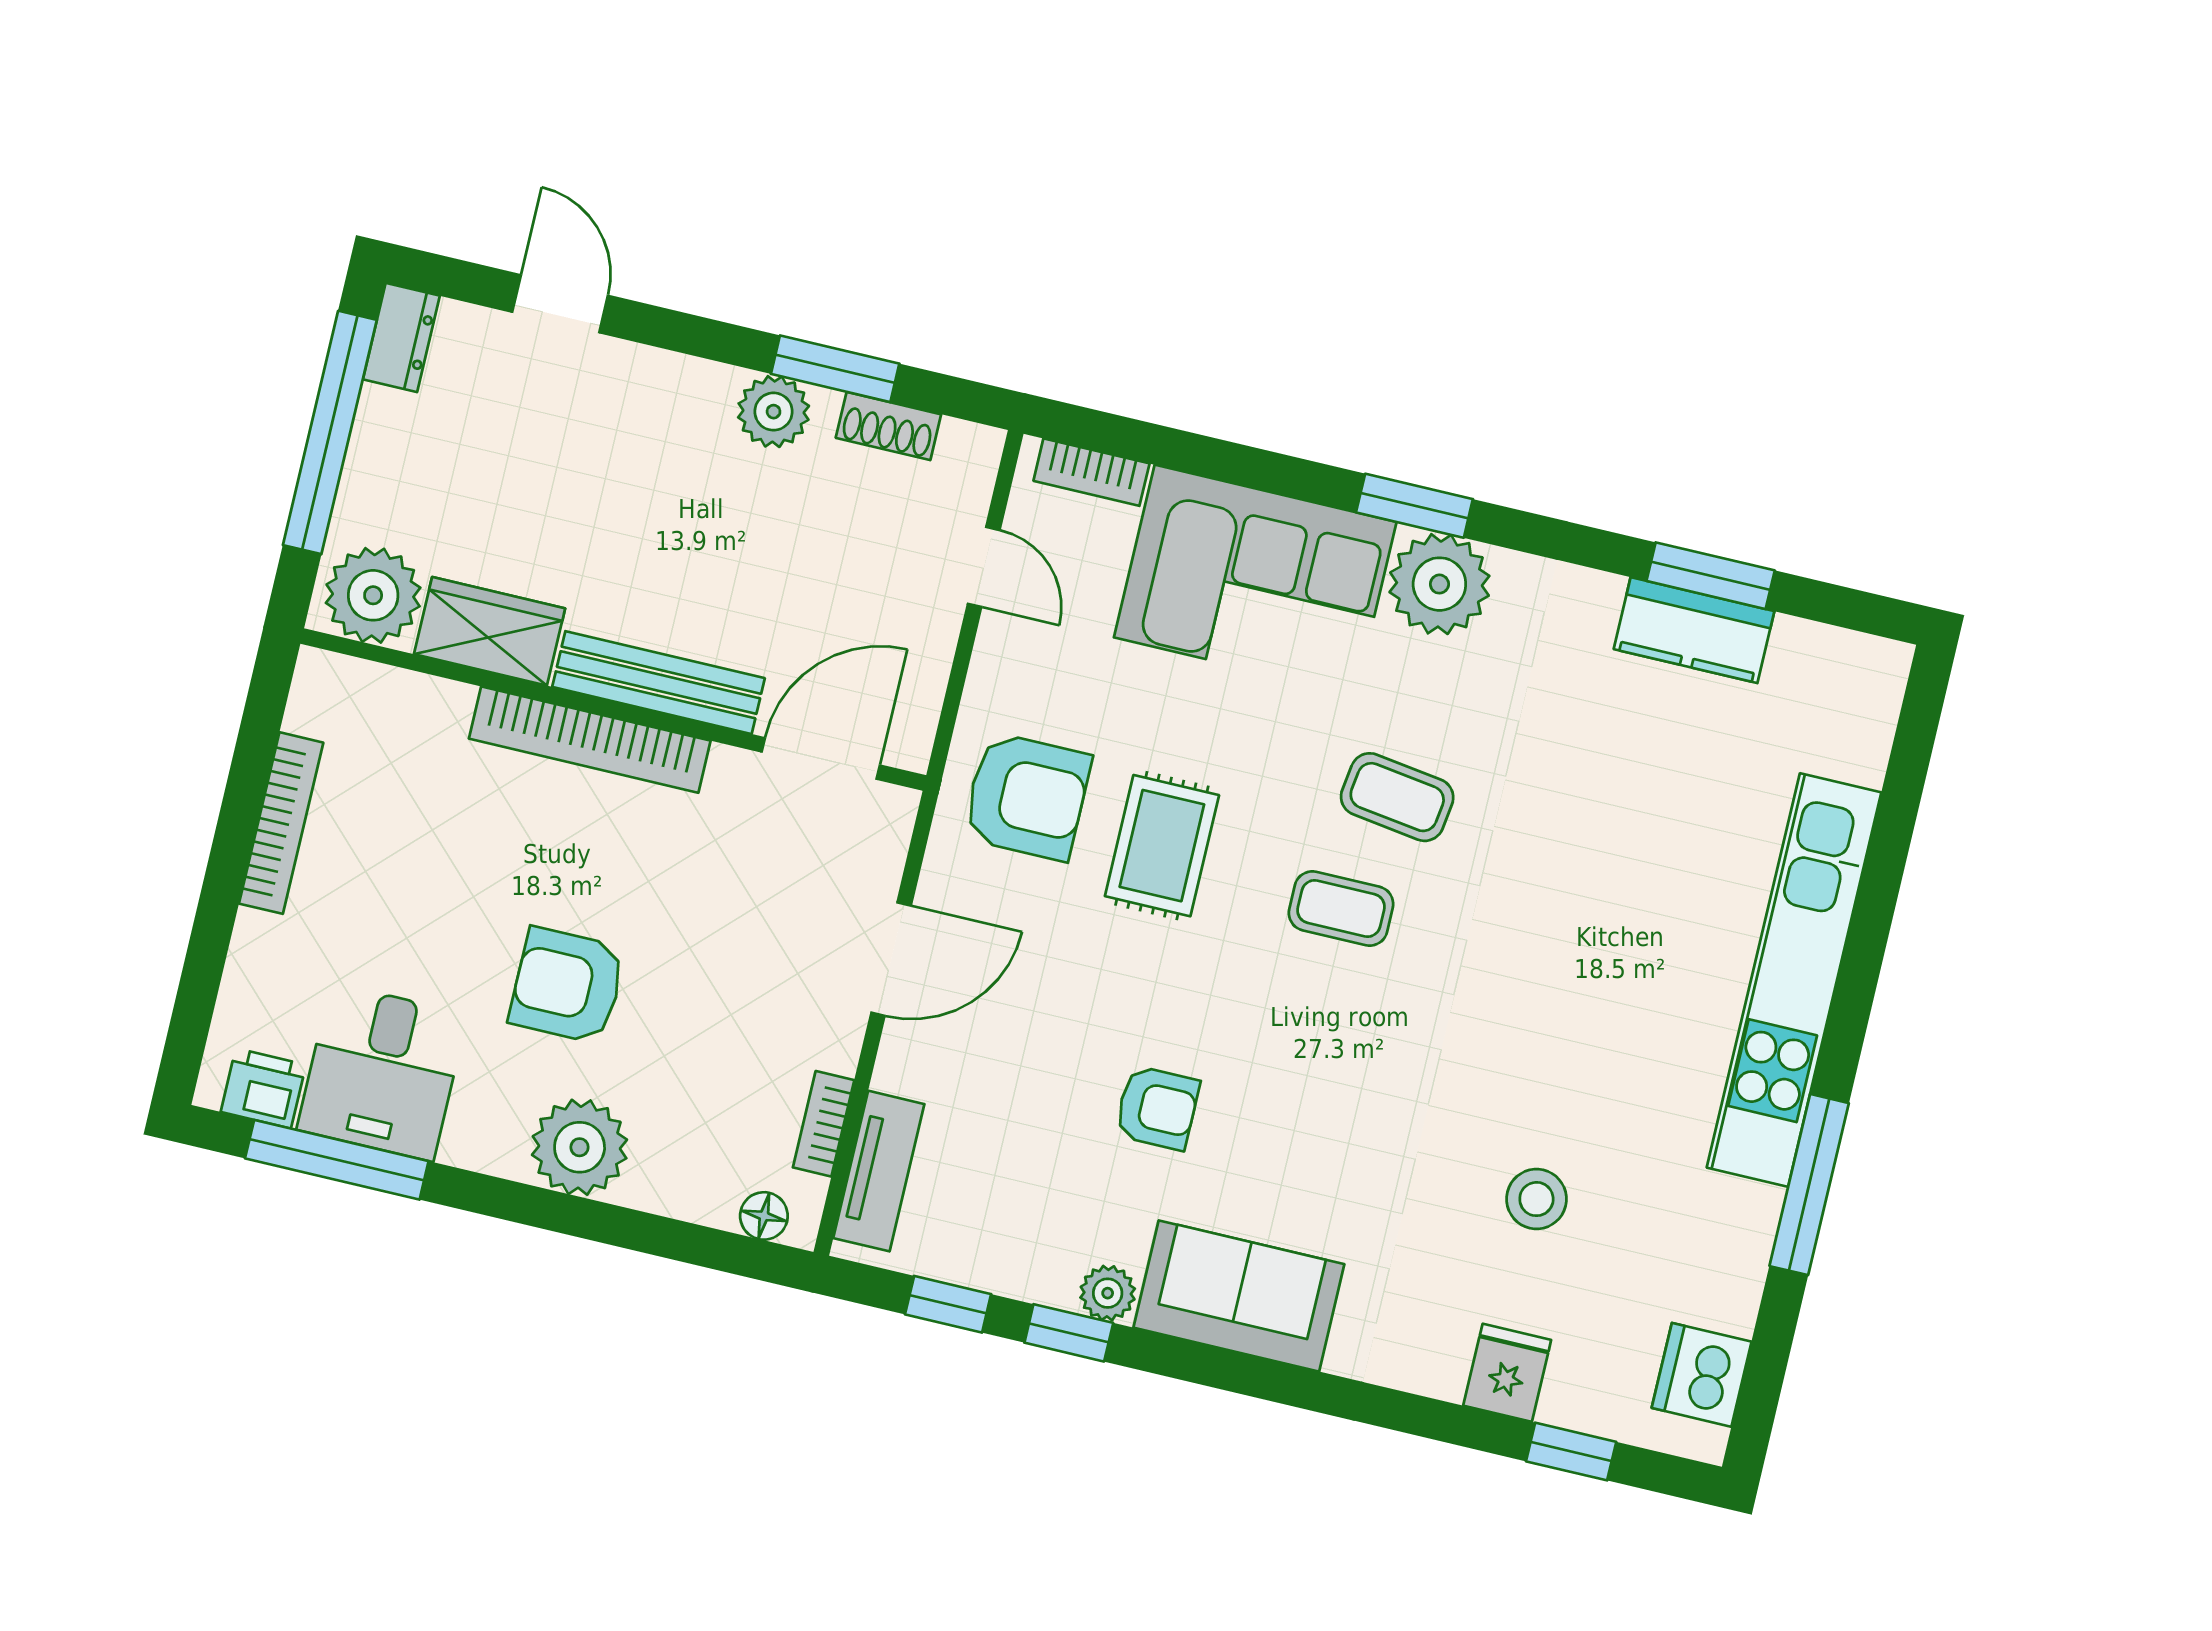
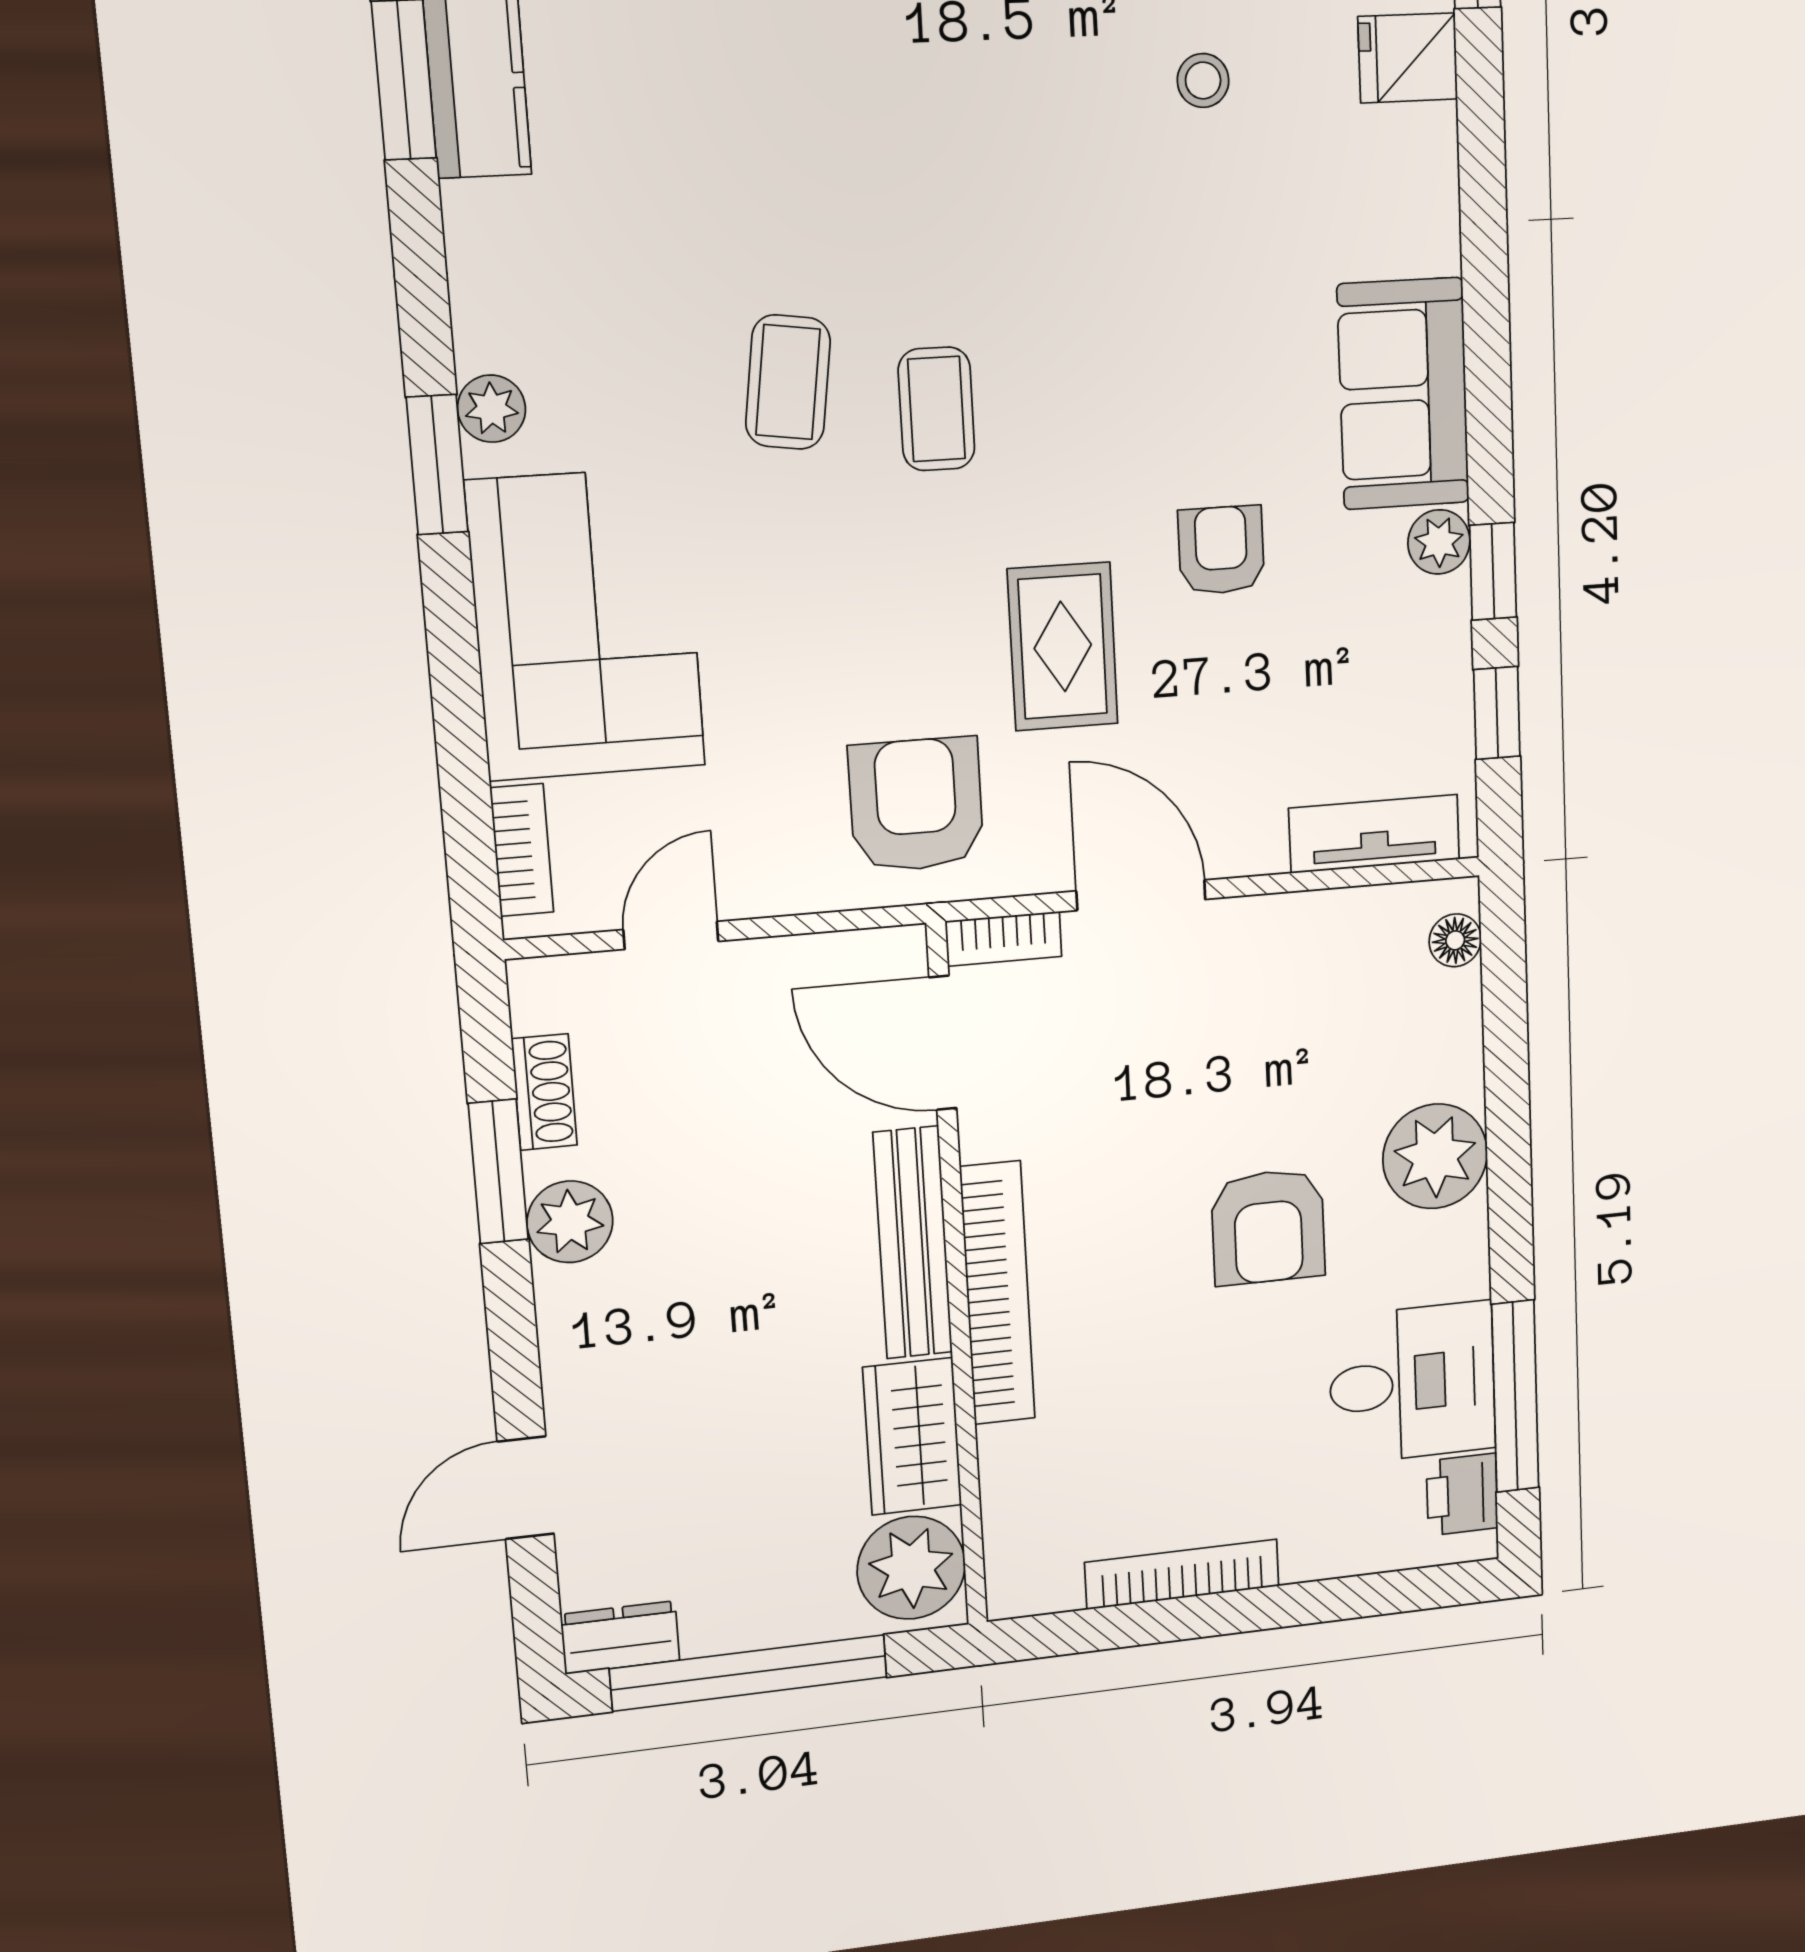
plant: (1439, 584) -> (492, 409), width x0.53, depth x0.53
rug: (1162, 846) -> (1063, 647), moved, turned 90
bookcase: (824, 1124) -> (1004, 939), moved
stool: (1536, 1199) -> (1203, 80), width x0.73, depth x0.73

